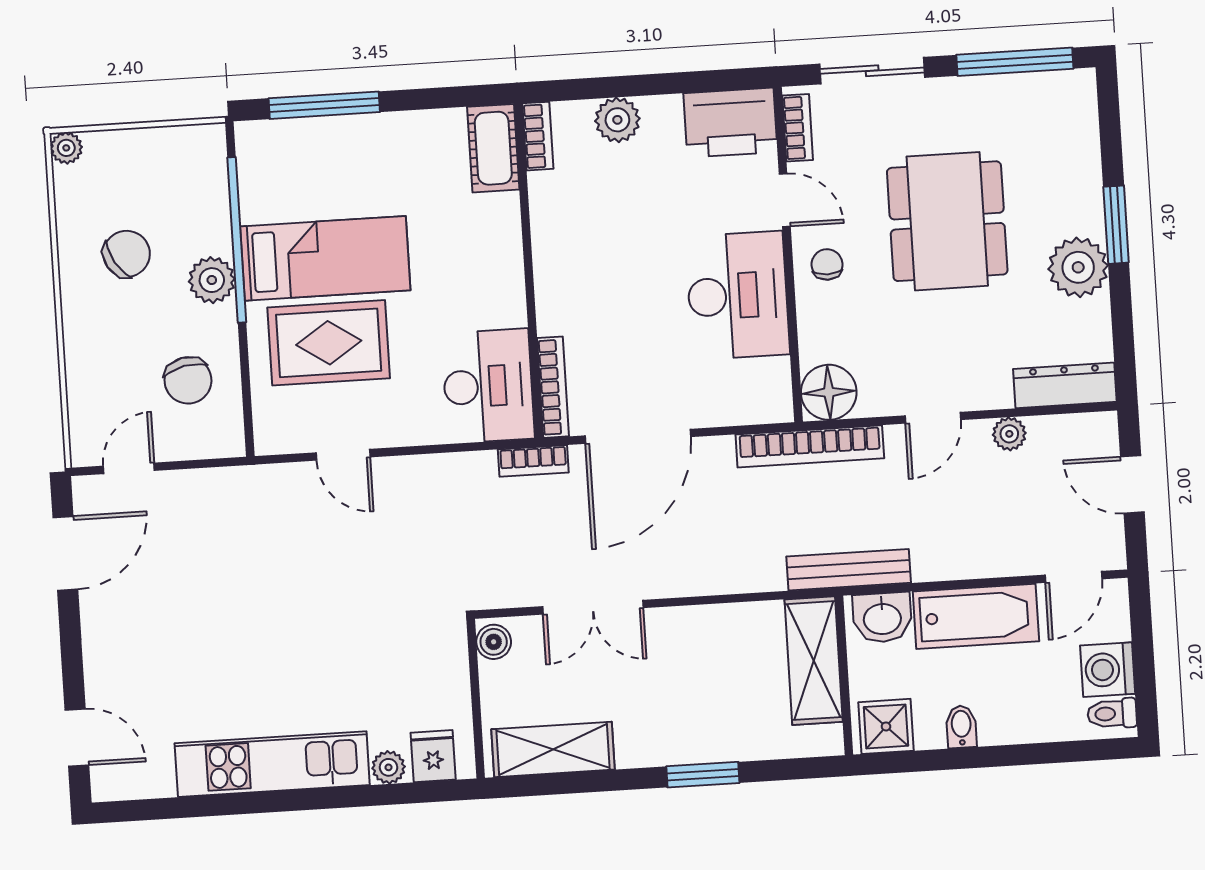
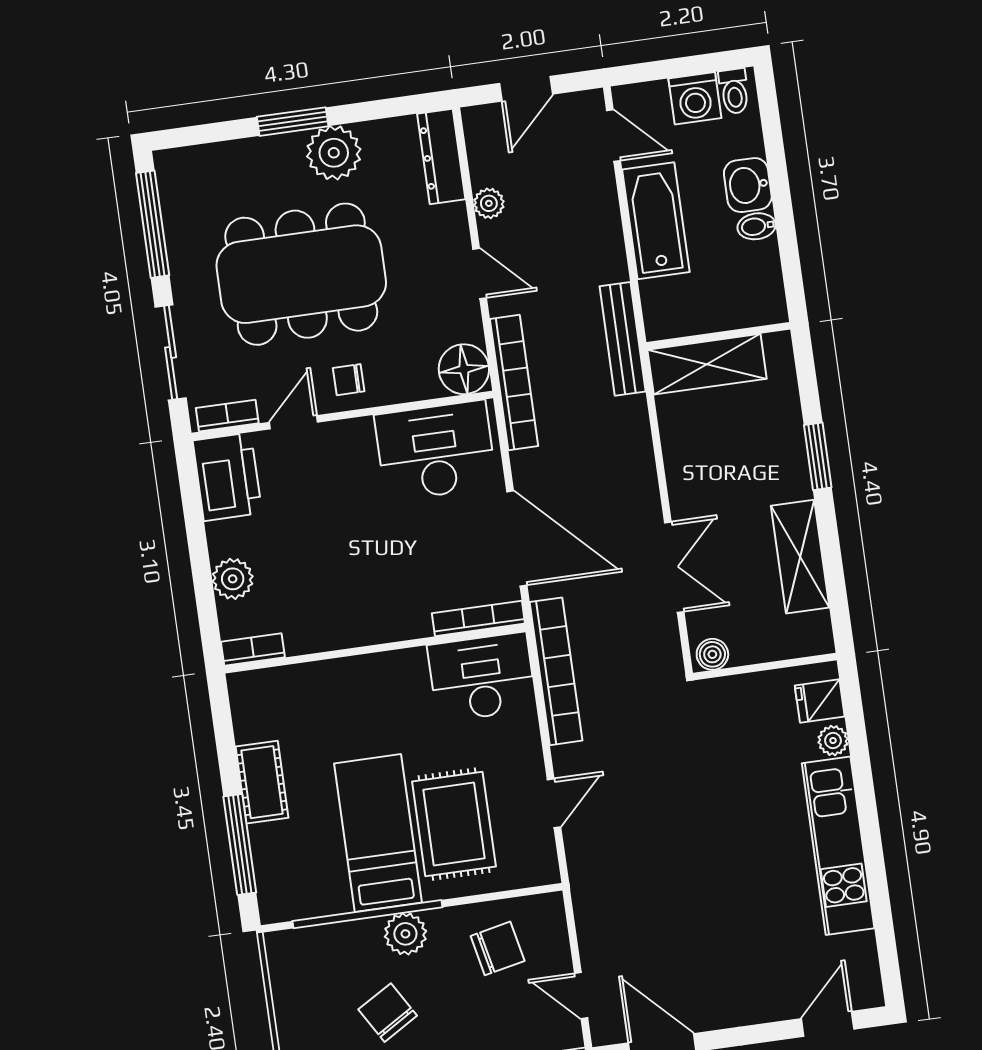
cot: (493, 148) -> (262, 782), moved, turned 90
dining table: (947, 221) -> (301, 274), width x1.36, depth x1.24
desk: (738, 296) -> (435, 451), moved
bookcase: (533, 461) -> (556, 671), width x2.31, depth x1.31
washbasin: (882, 618) -> (748, 185), moved, turned 180
shower: (886, 726) -> (762, 294), removed
shelving: (553, 749) -> (800, 557), moved

